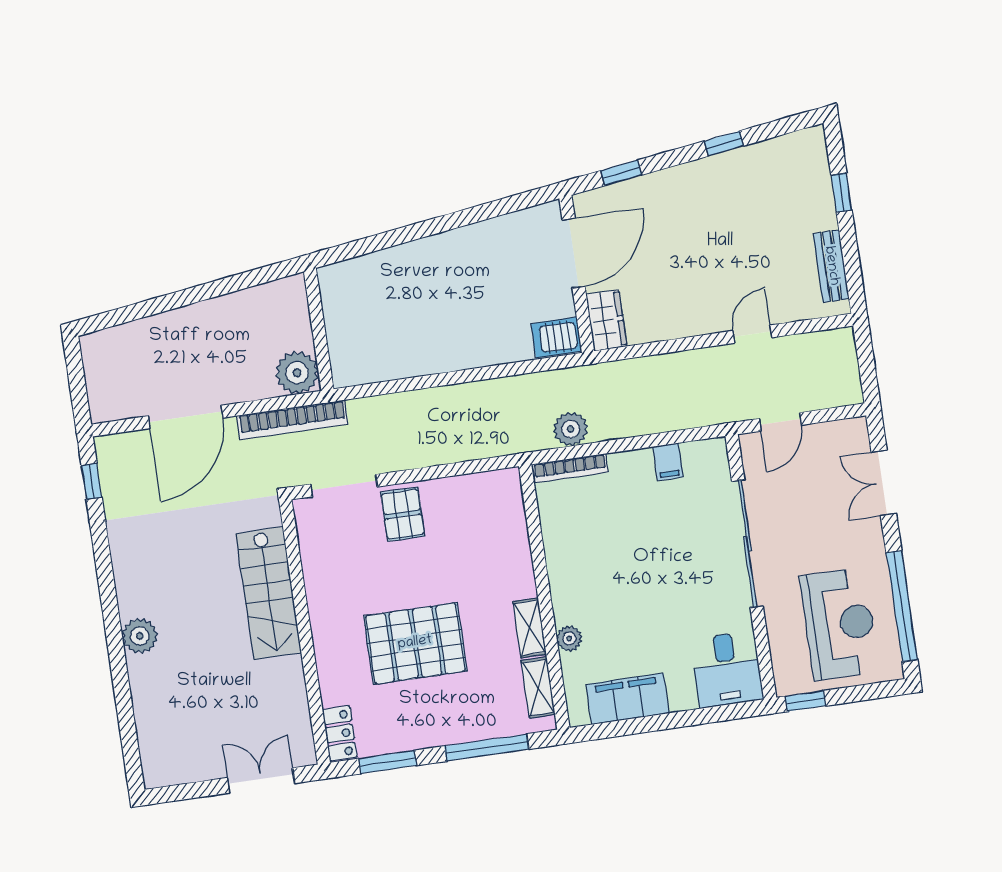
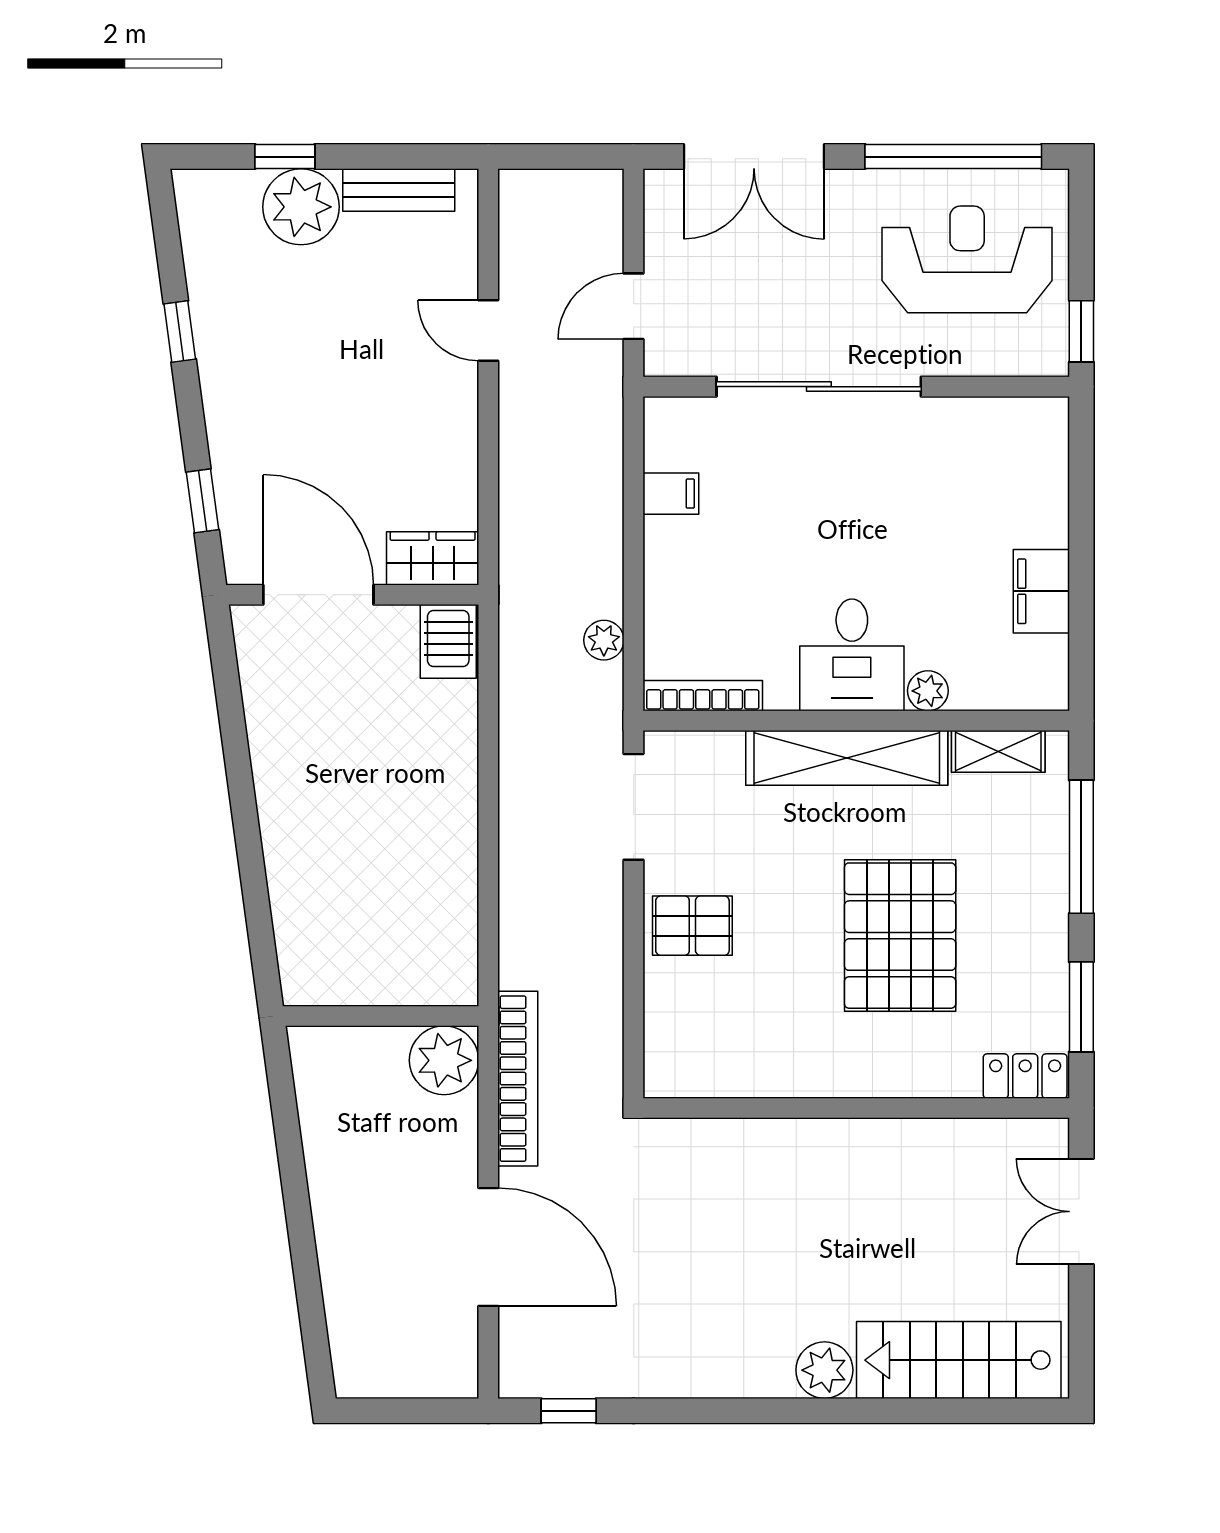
plant: (812, 207) -> (301, 207), added
door: (780, 422) -> (634, 306), swing flipped
plant: (571, 429) -> (604, 640), width x0.73, depth x0.73
bookcase: (570, 468) -> (703, 696), moved, turned -90
double door: (884, 483) -> (754, 157), width x1.37
doorway: (344, 485) -> (634, 807), moved
stairs: (269, 593) -> (959, 1360), moved, turned 180
shelving: (530, 628) -> (847, 758), width x2.20, depth x1.33
desk: (727, 669) -> (852, 655), moved, turned 90
filing cabinet: (628, 699) -> (1041, 591), width x0.67, depth x0.86

